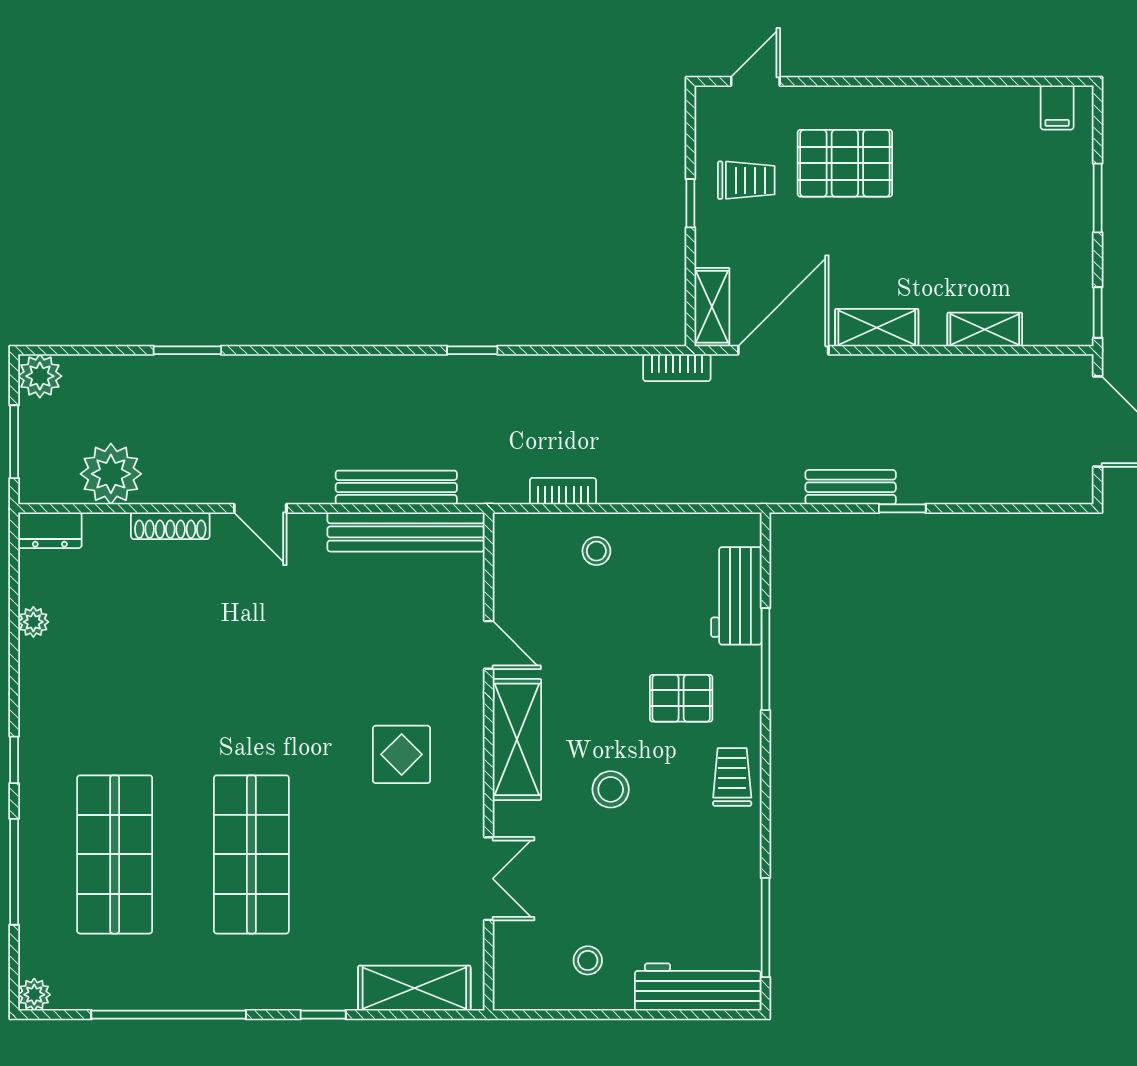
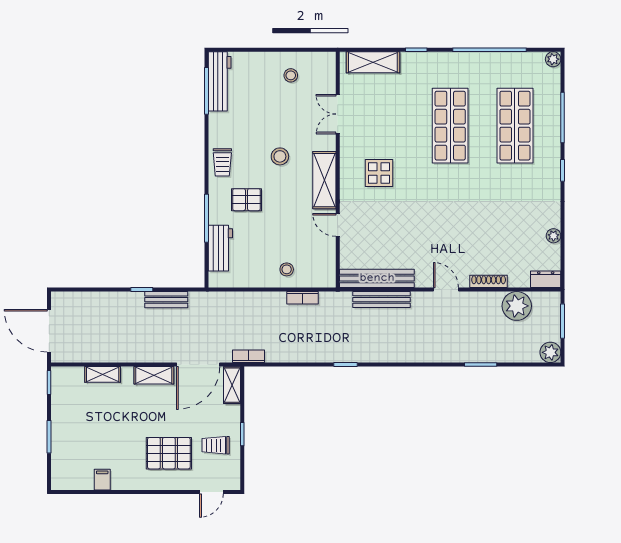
filing cabinet: (1057, 107) -> (102, 480), moved
workbench: (698, 987) -> (220, 81), moved, turned -90

